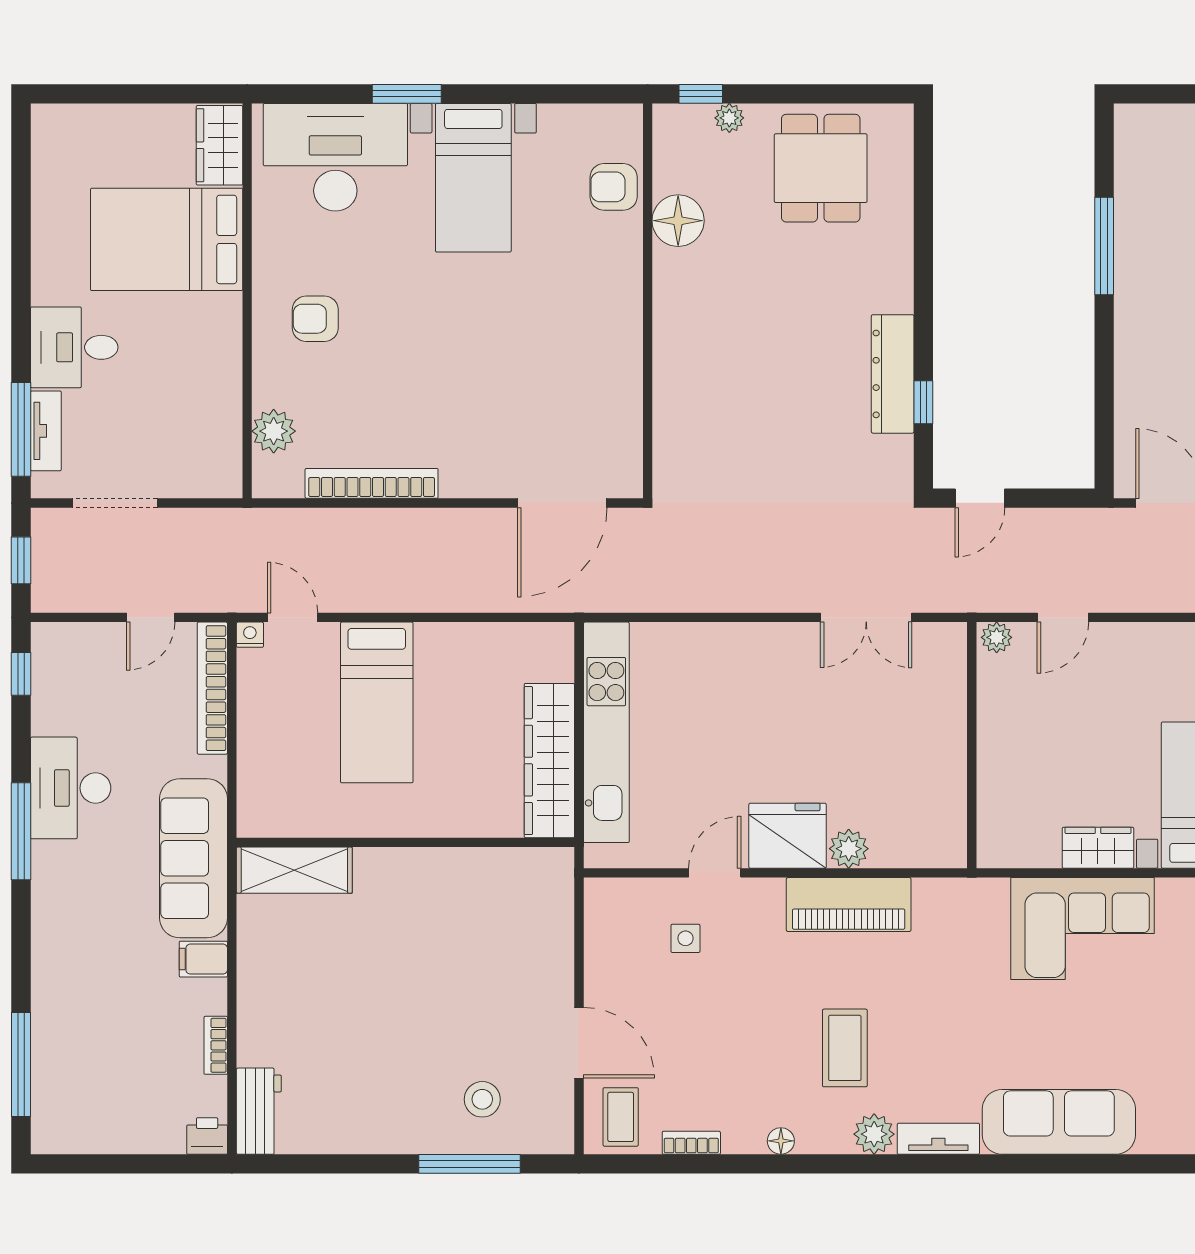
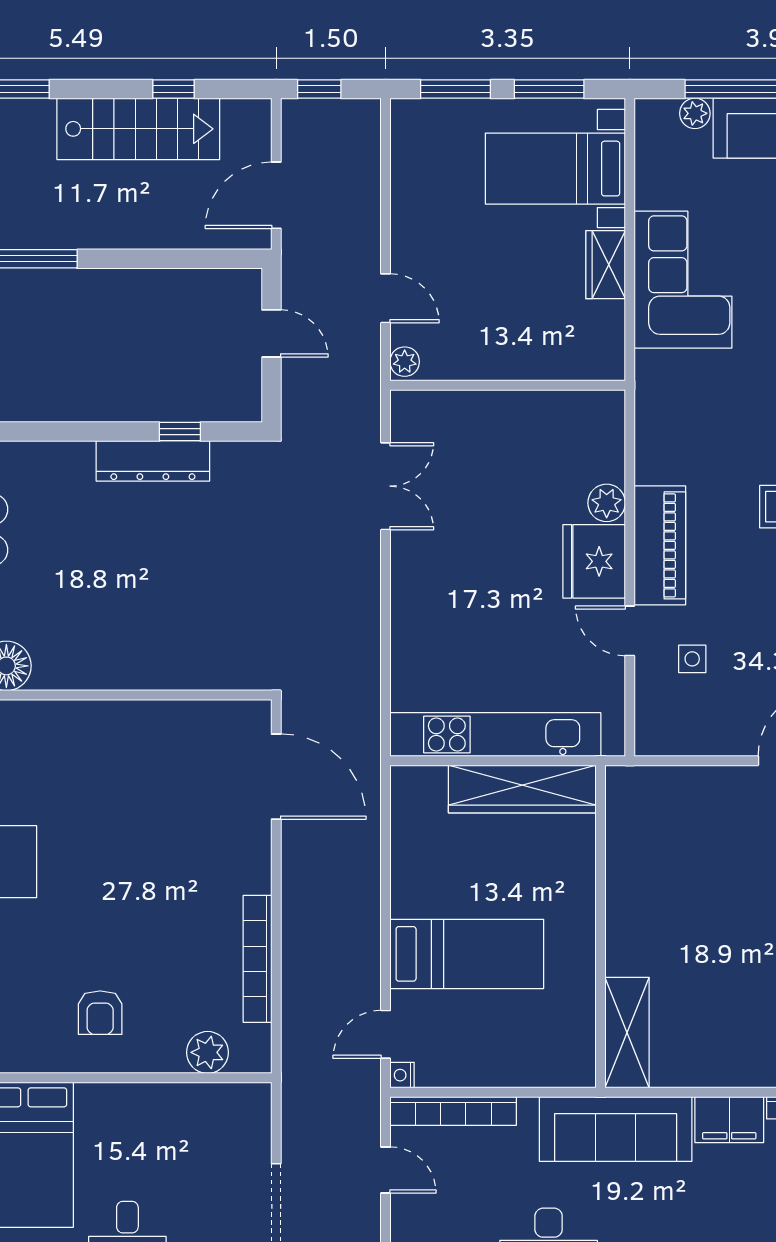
door: (980, 498) -> (271, 333), moved
piano: (849, 905) -> (660, 545), moved
filing cabinet: (203, 959) -> (729, 1120), width x2.00

